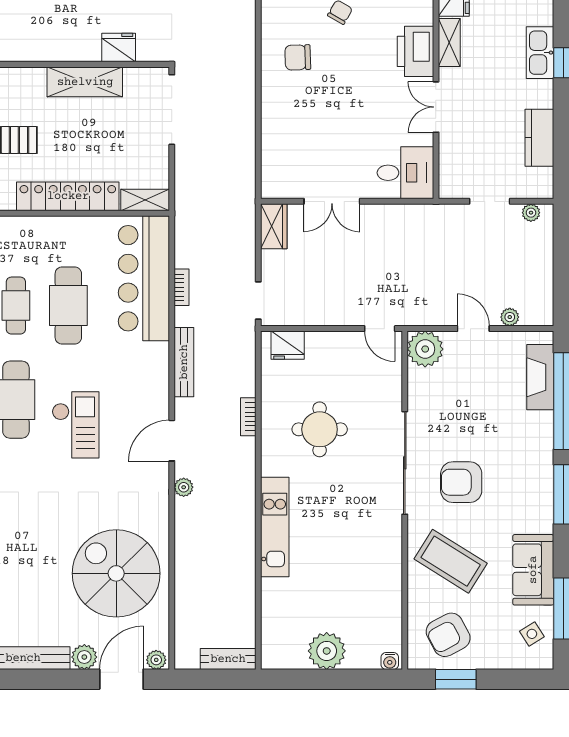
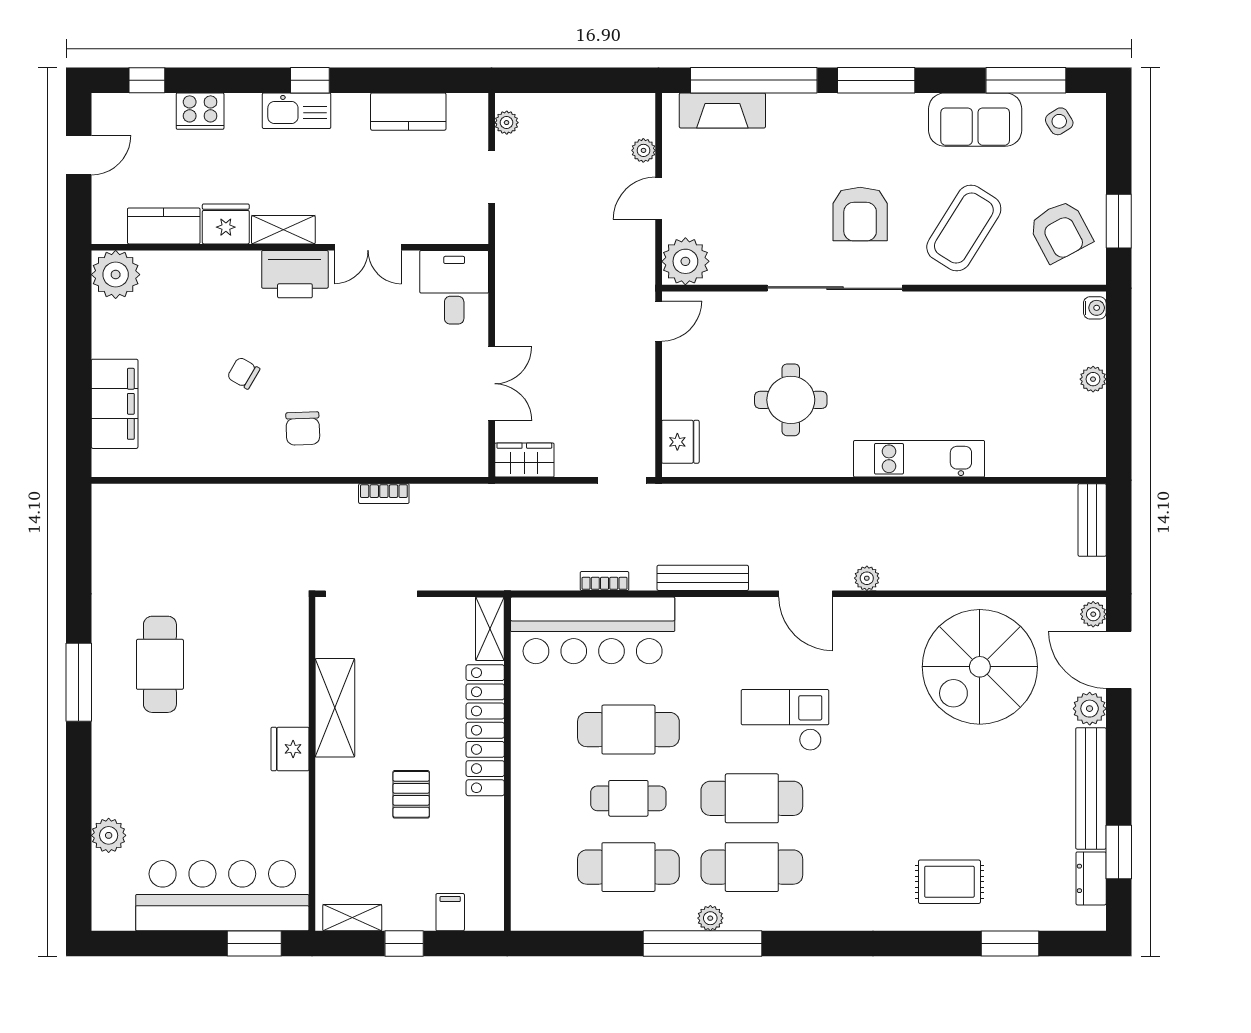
fridge: (119, 48) -> (290, 749), moved
bookcase: (248, 417) -> (384, 494), moved
plant: (327, 651) -> (1093, 379), width x0.53, depth x0.53

